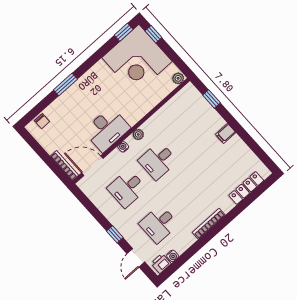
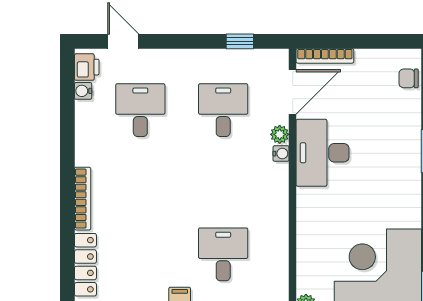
plant: (138, 134) -> (280, 134), moved
desk: (158, 161) -> (223, 254), moved
bookcase: (209, 224) -> (83, 199), moved
window: (115, 234) -> (240, 41), moved

